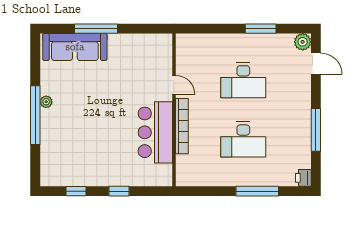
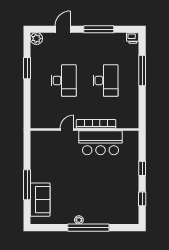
sofa: (75, 47) -> (40, 200), width x0.73
door: (316, 64) -> (63, 29), moved

